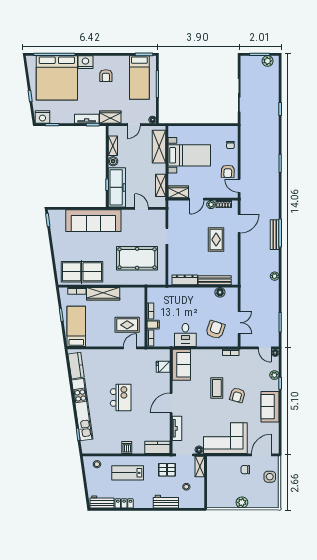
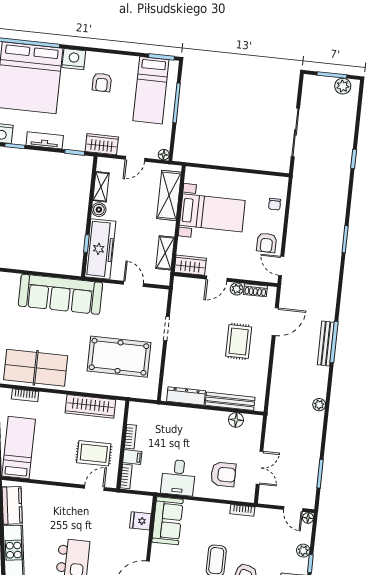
tv unit: (87, 119) -> (45, 140), moved
wardrobe: (103, 294) -> (90, 406), moved
armchair: (215, 330) -> (223, 474), turned 72

